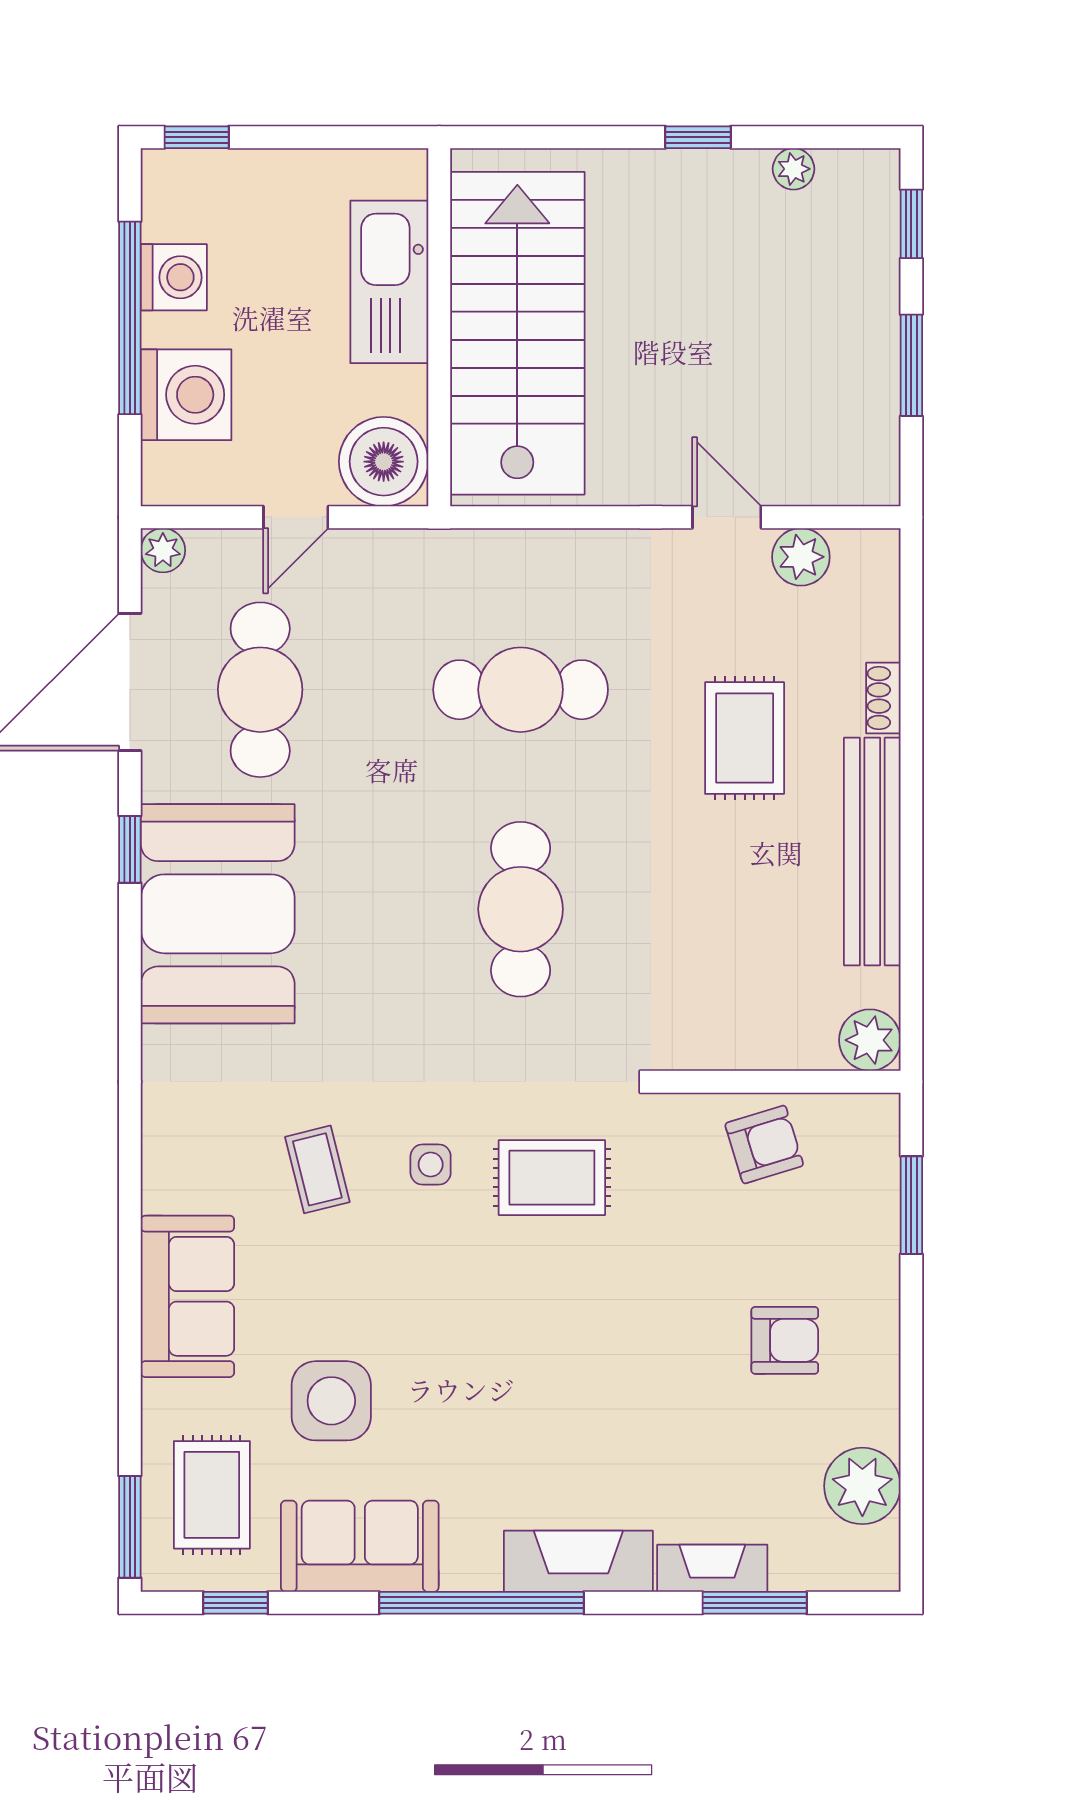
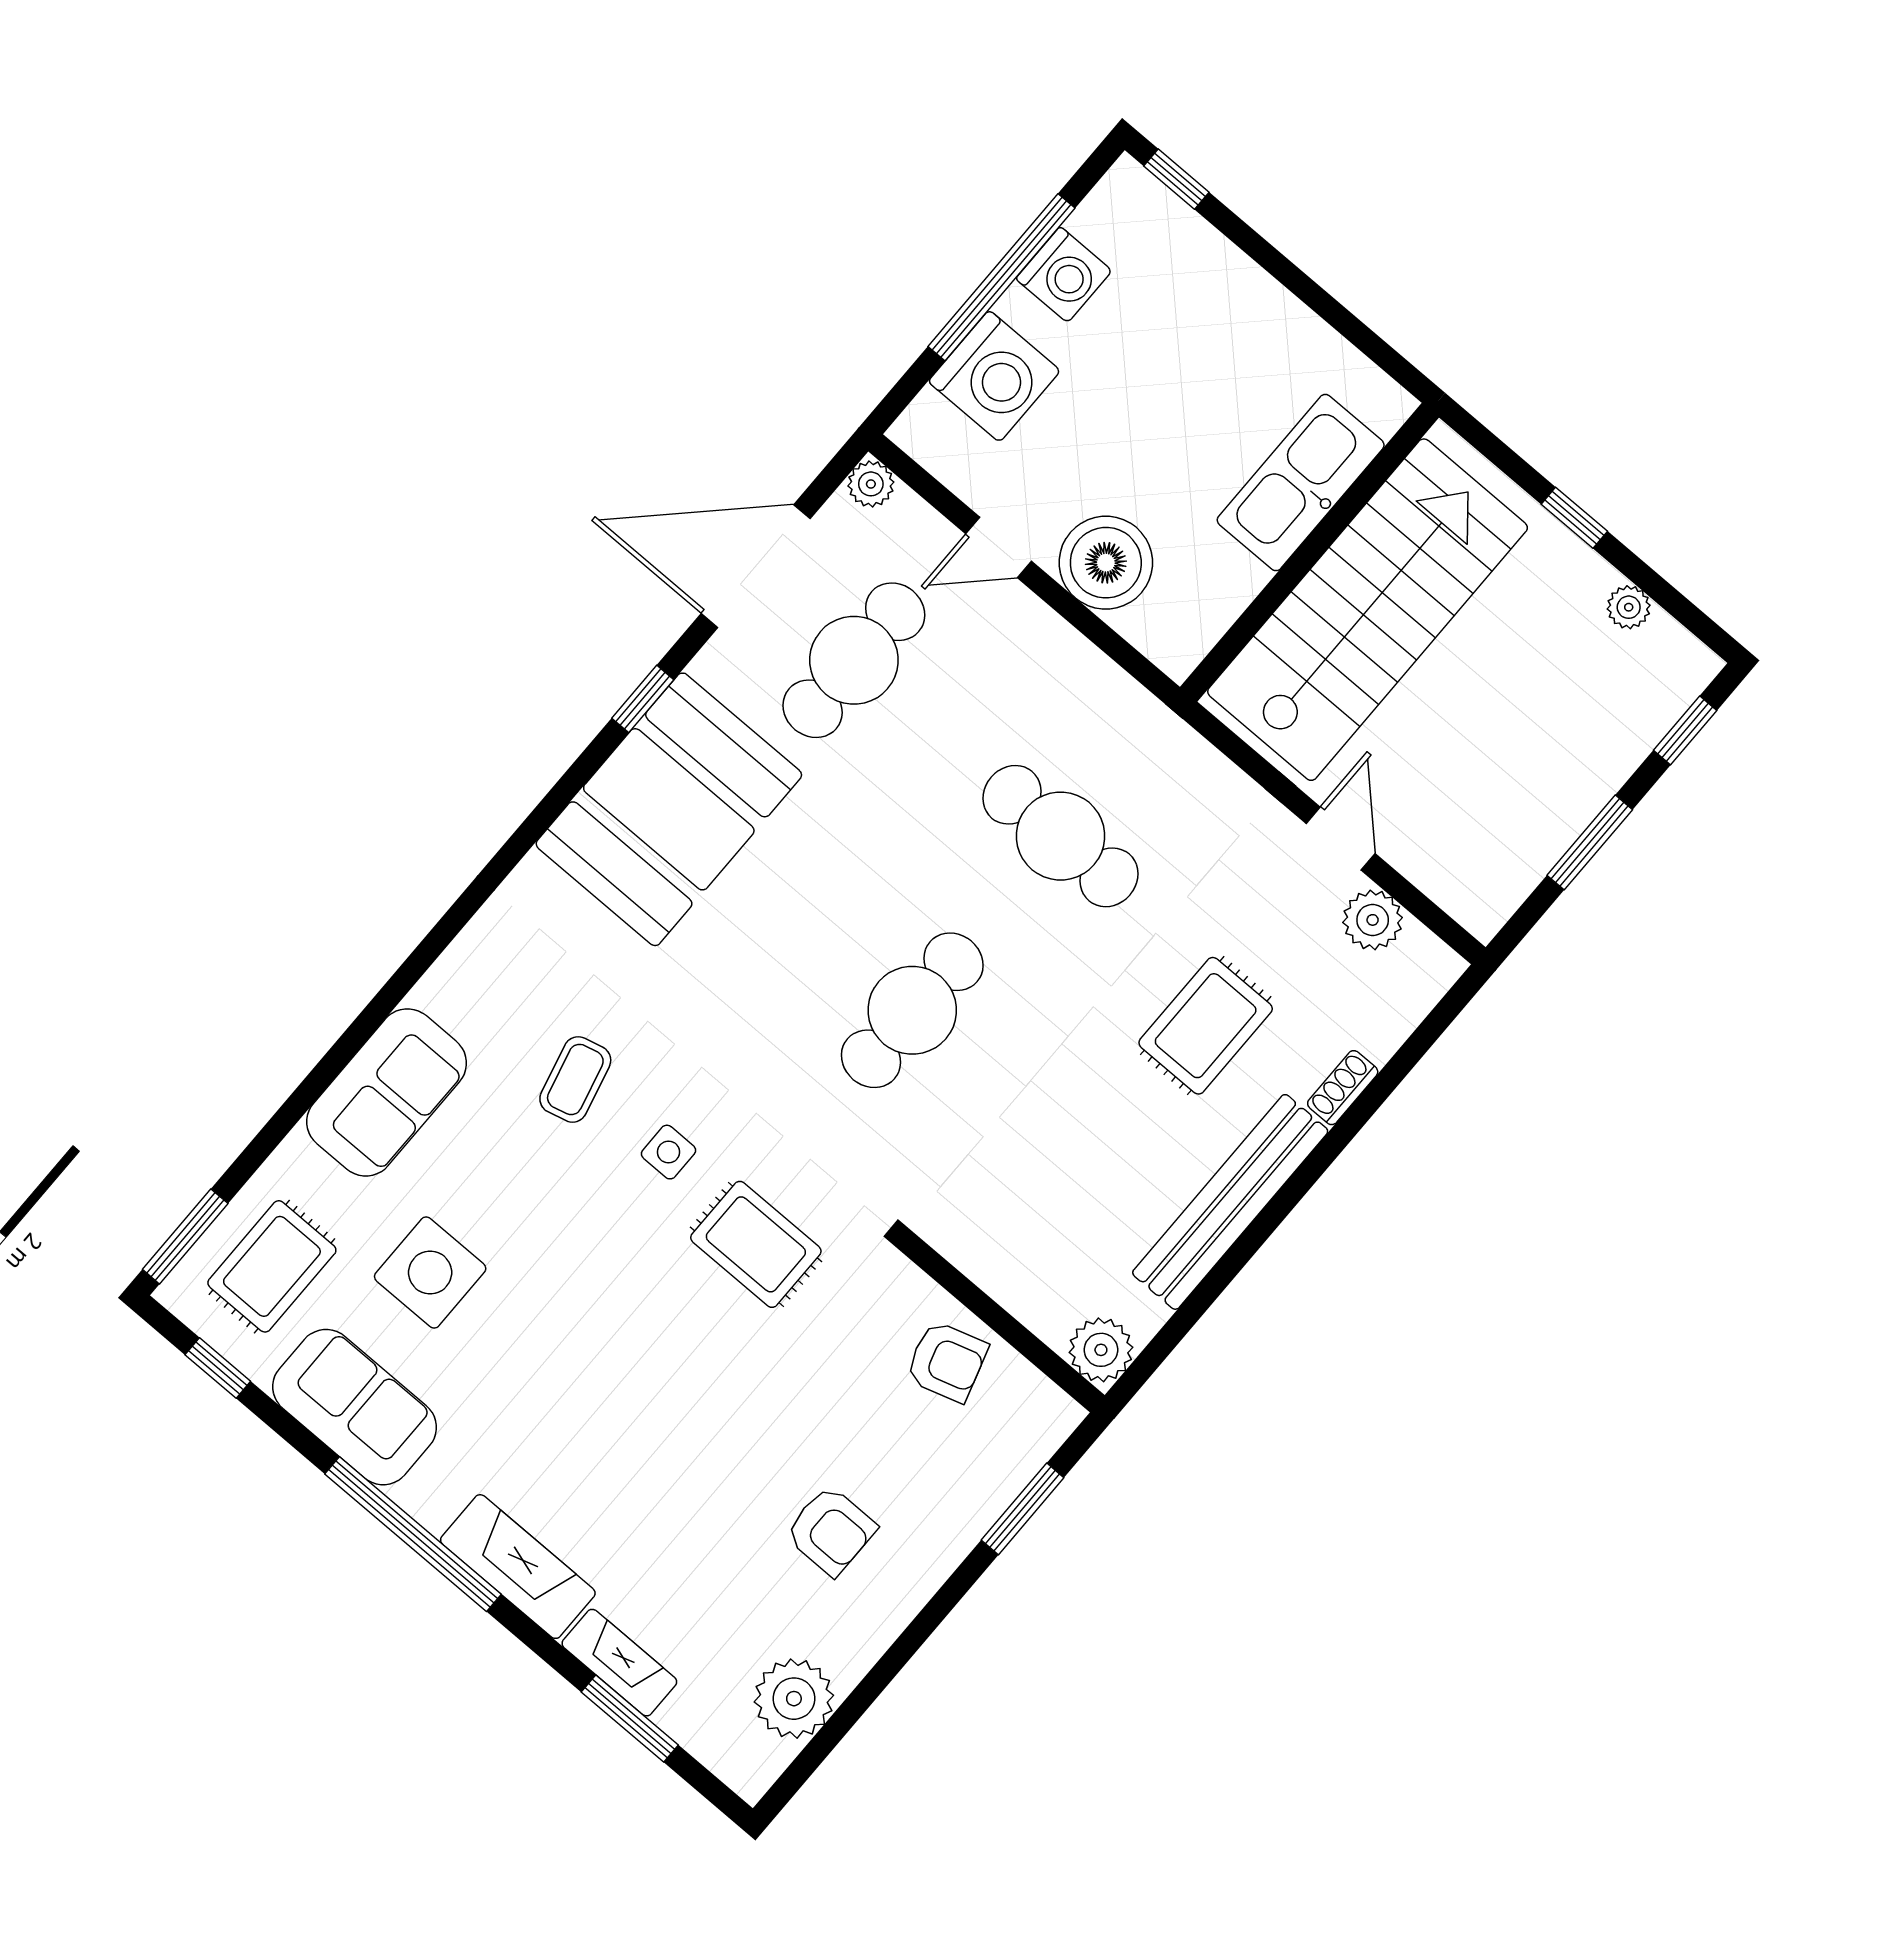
kitchen sink: (389, 282) -> (1301, 483), moved
wall: (439, 327) -> (1310, 552), moved
stairs: (517, 333) -> (1368, 610), moved

